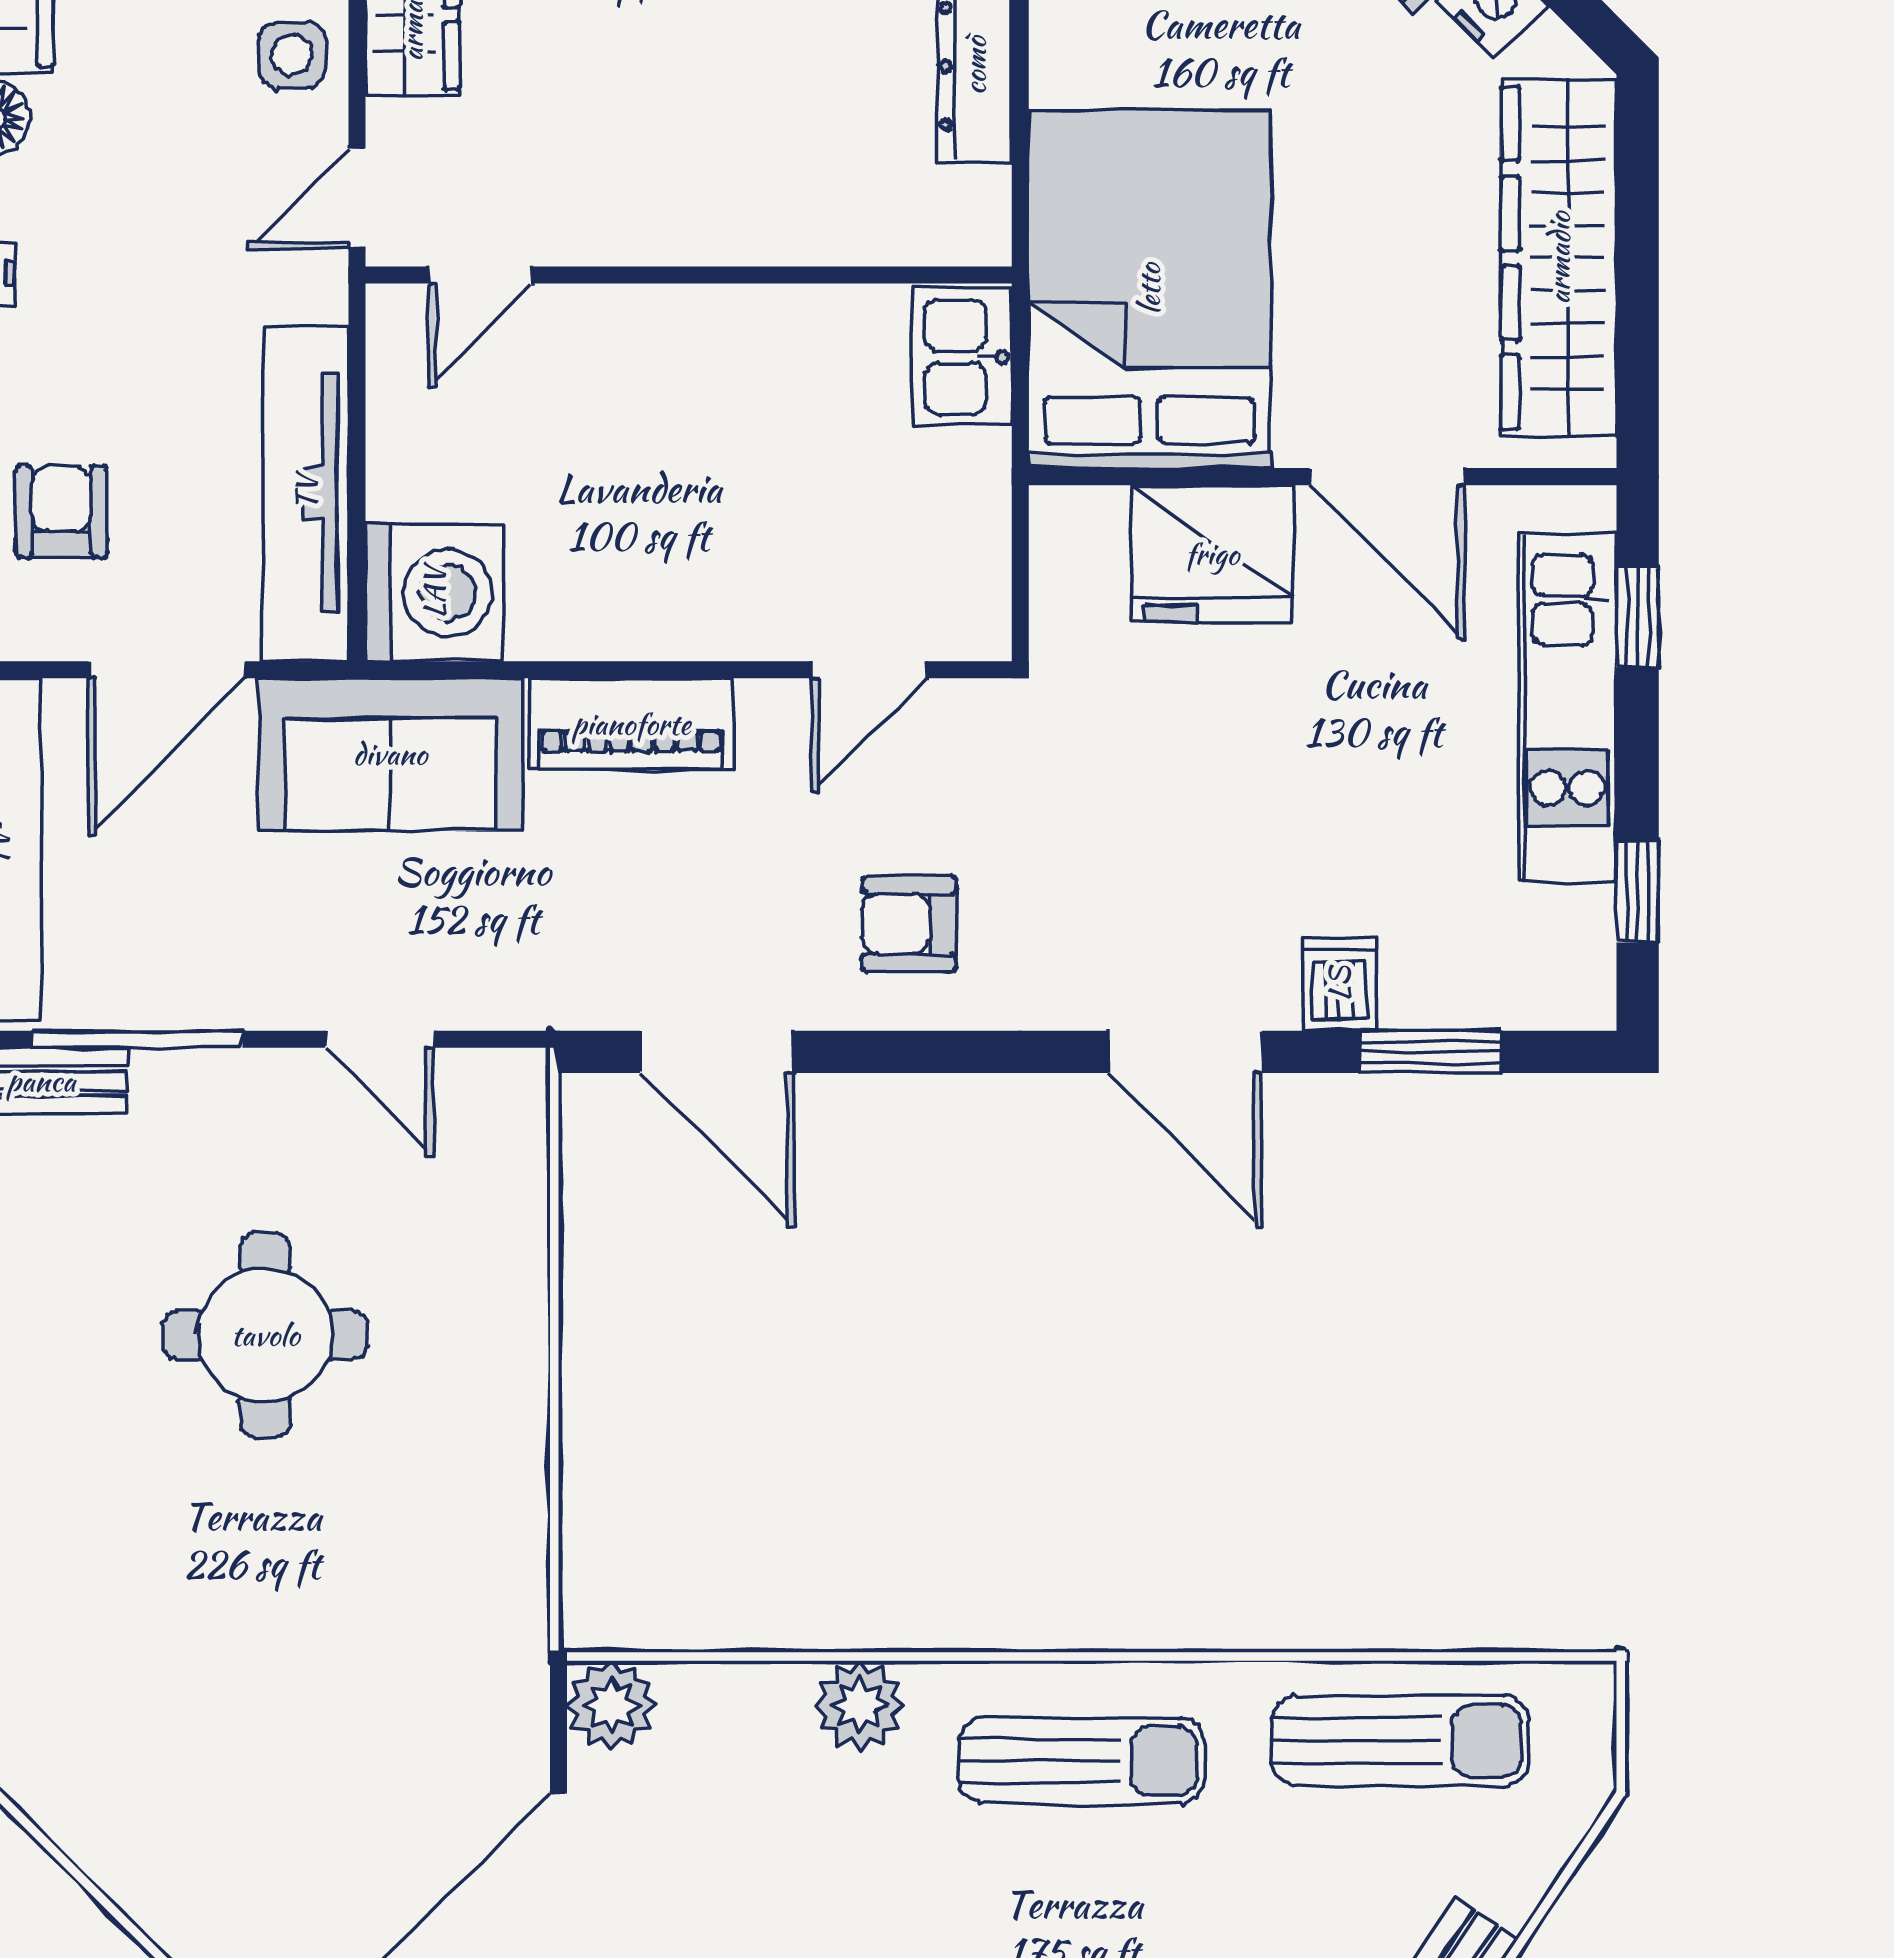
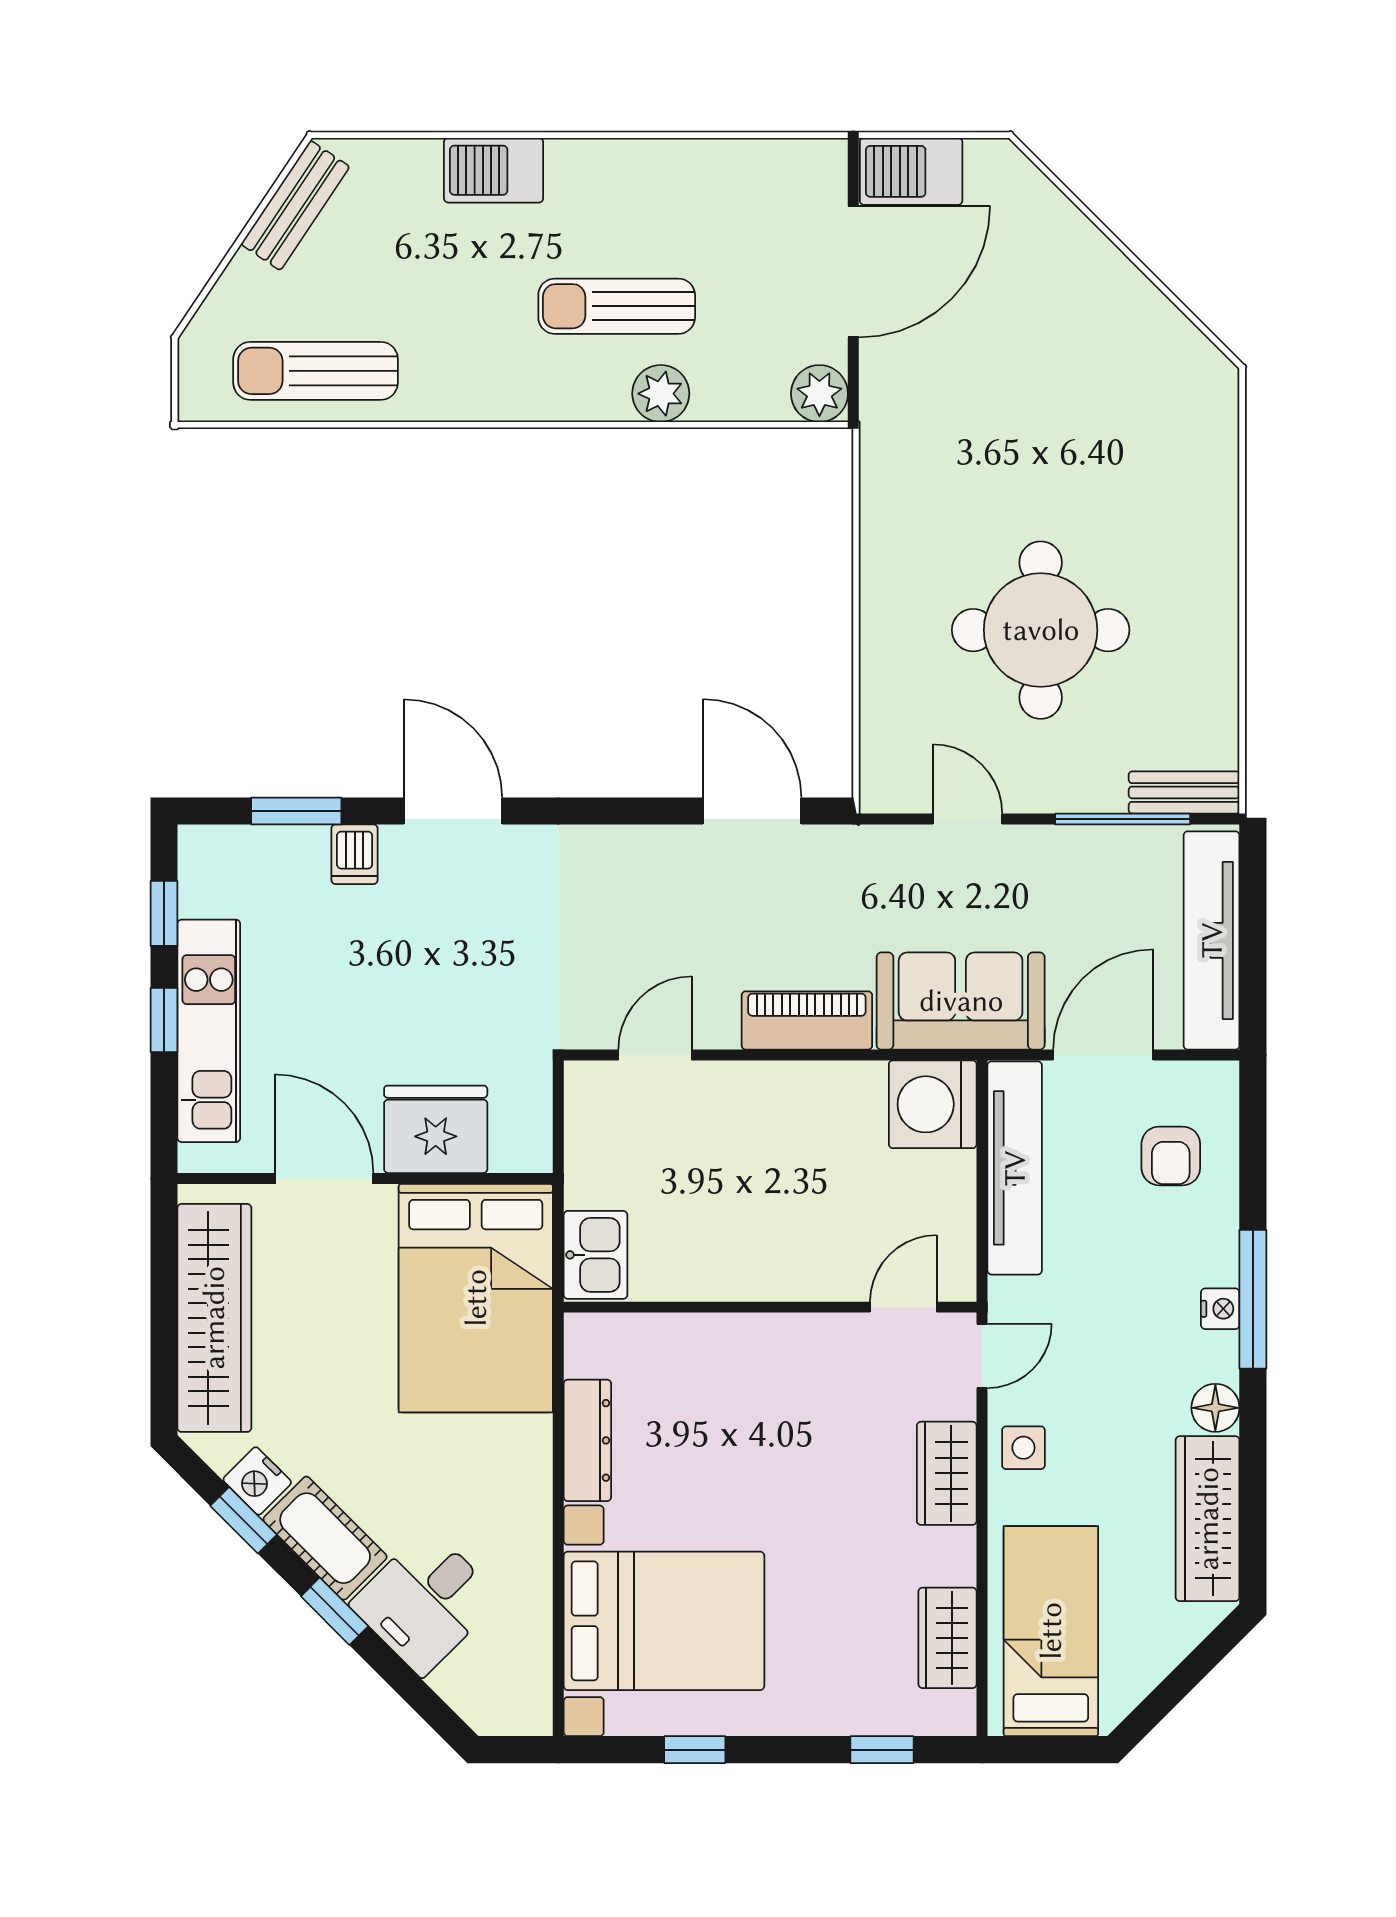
window: (1638, 617) -> (164, 1020), moved
armchair: (909, 924) -> (629, 893), removed
round table: (265, 1335) -> (1041, 630), width x1.36, depth x1.36
sun lounger: (1082, 1761) -> (617, 306), moved

